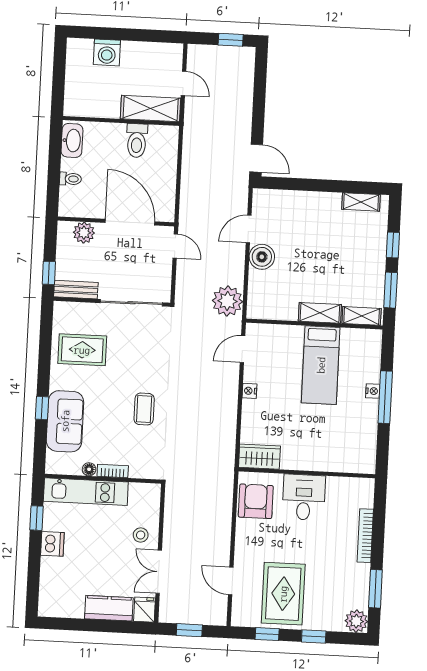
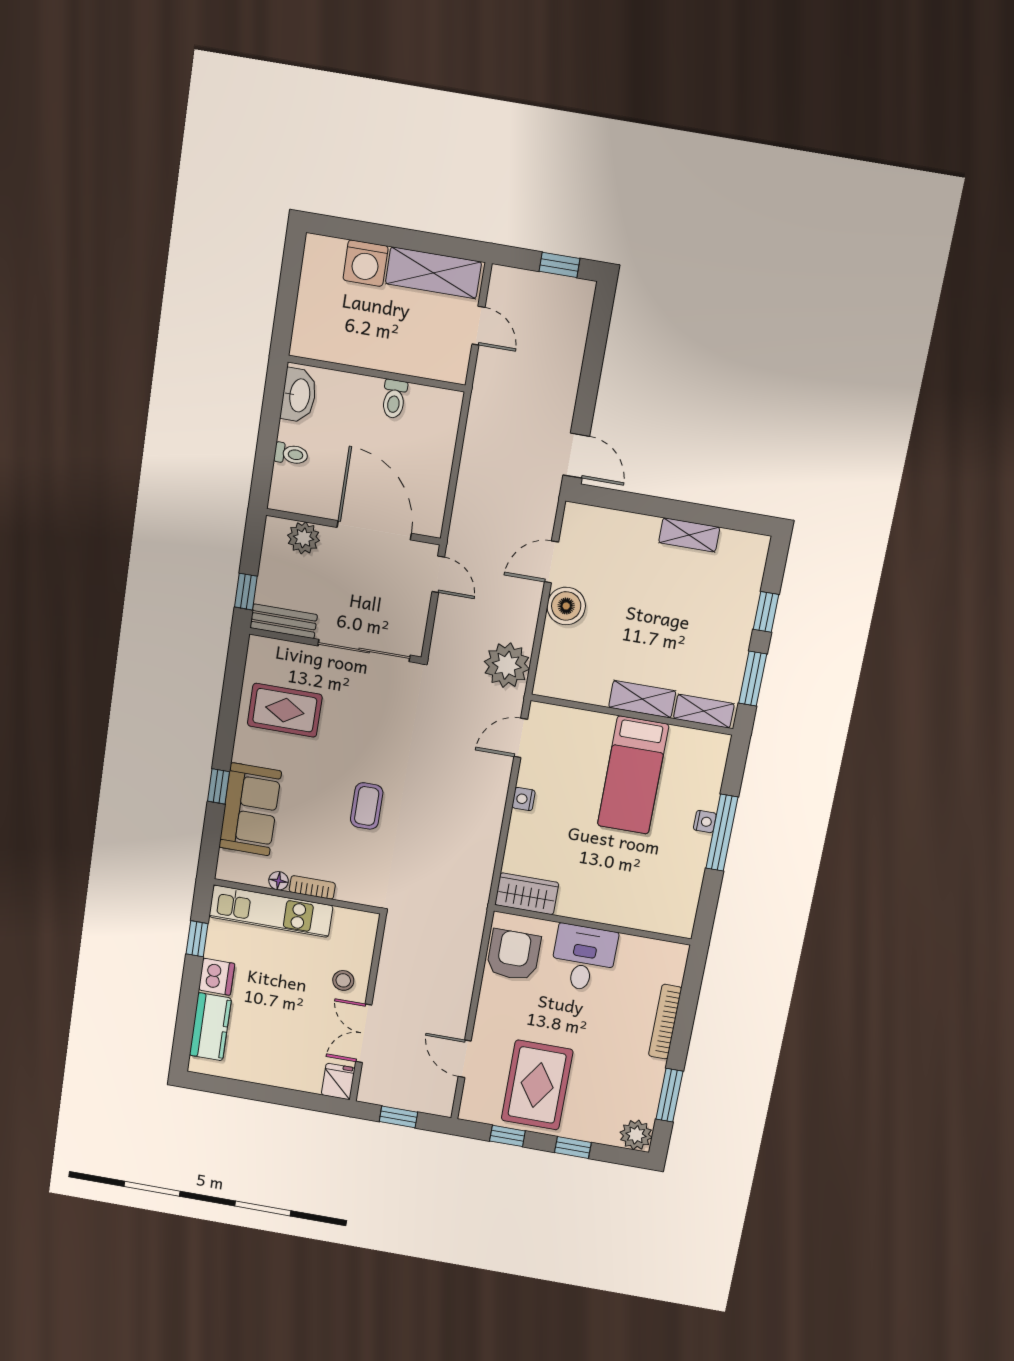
shelving: (151, 109) -> (433, 273), moved
toilet: (137, 141) -> (394, 399), width x0.73, depth x0.72
shelving: (361, 202) -> (689, 535), moved
kitchen counter: (109, 608) -> (210, 1027), moved, turned 90

